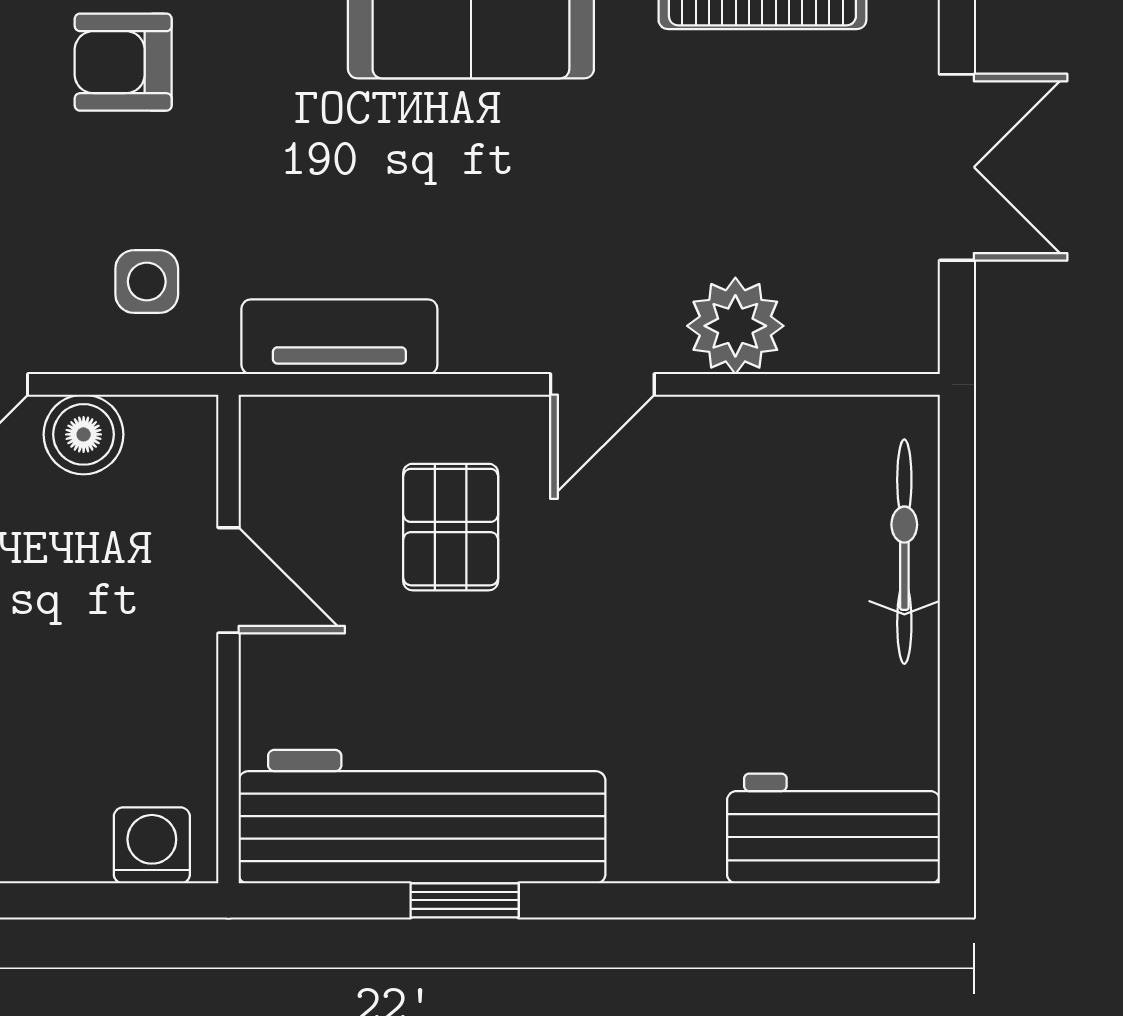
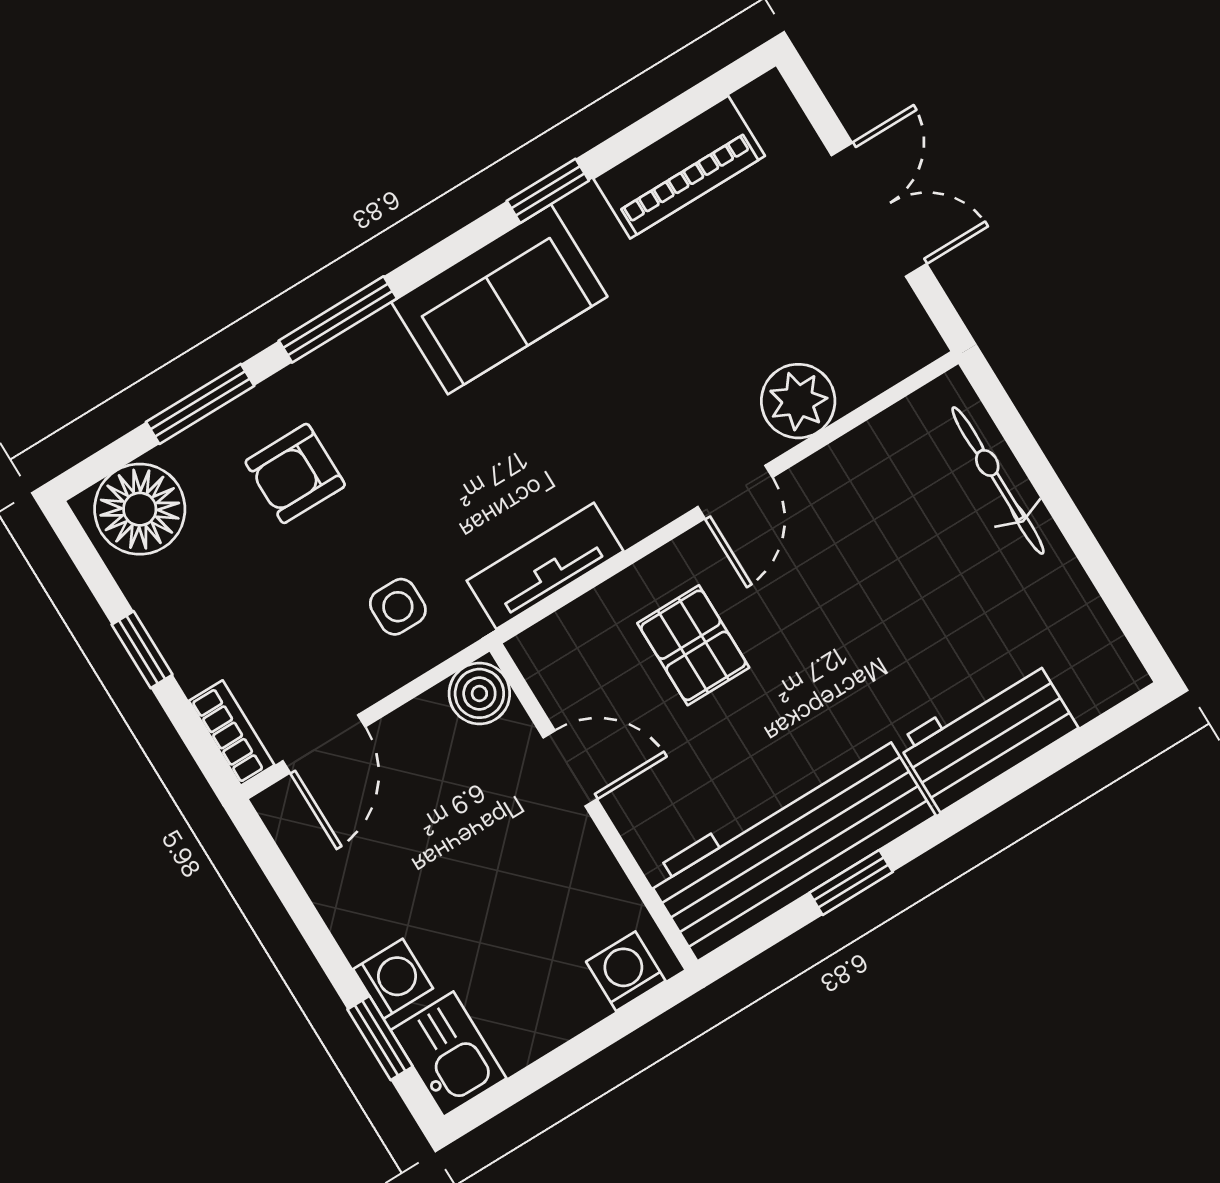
boiler: (84, 434) -> (479, 693), moved
workbench: (833, 829) -> (988, 734), moved

